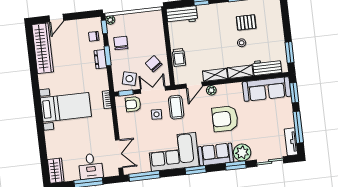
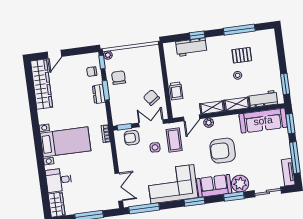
workbench: (182, 15) -> (191, 47), moved
side table: (129, 79) -> (128, 113), removed
desk: (91, 166) -> (59, 180), moved, turned 90

